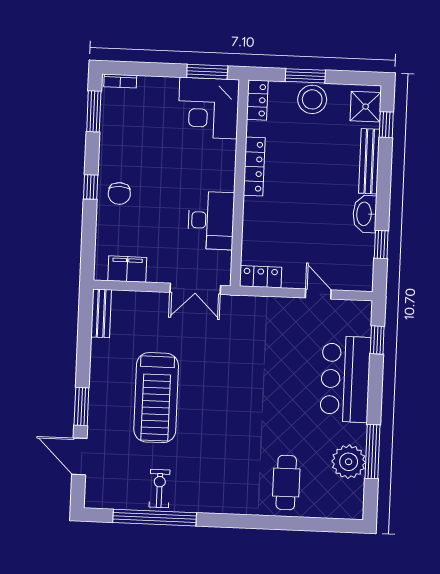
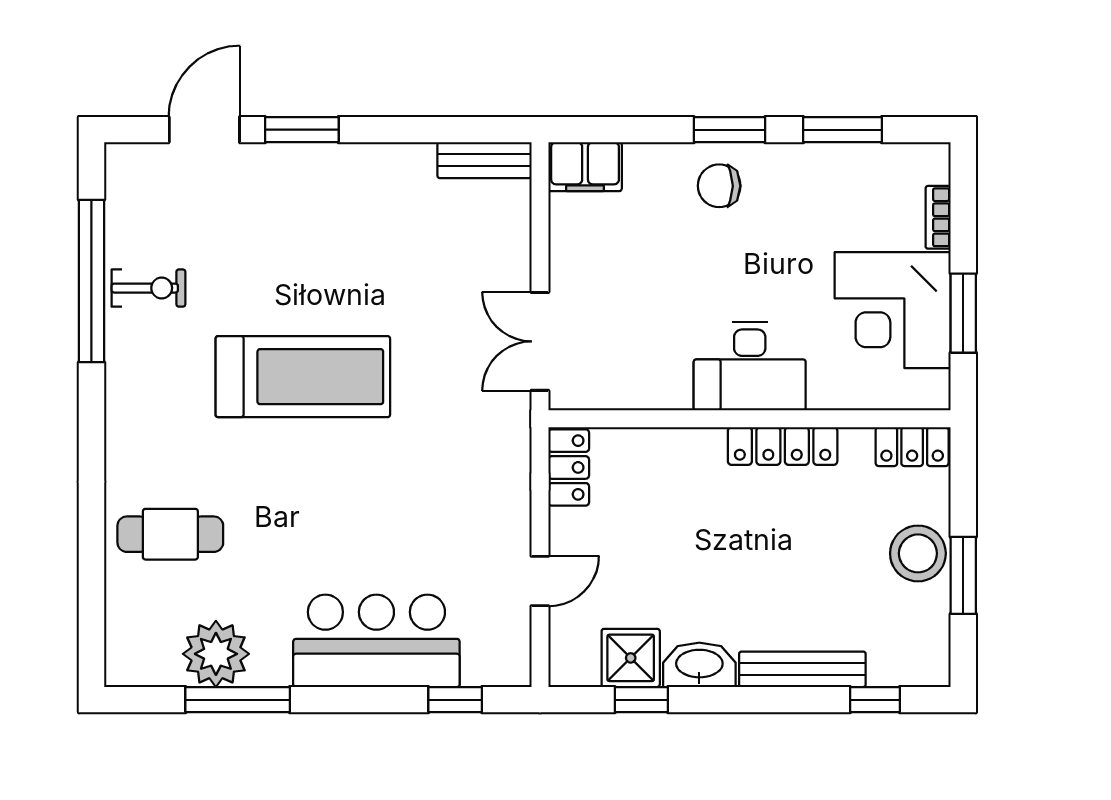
window: (207, 72) -> (963, 313), moved
window: (305, 76) -> (963, 575), moved
bookcase: (120, 81) -> (938, 217), moved
shower: (366, 107) -> (631, 658), moved
corner desk: (209, 108) -> (893, 310), moved, turned -90
window: (94, 111) -> (842, 130), moved
window: (91, 187) -> (729, 130), width x1.50
desk: (211, 220) -> (750, 366), moved
filing cabinet: (127, 269) -> (585, 167), moved, turned 90
treadmill: (156, 398) -> (303, 377), moved, turned 180

